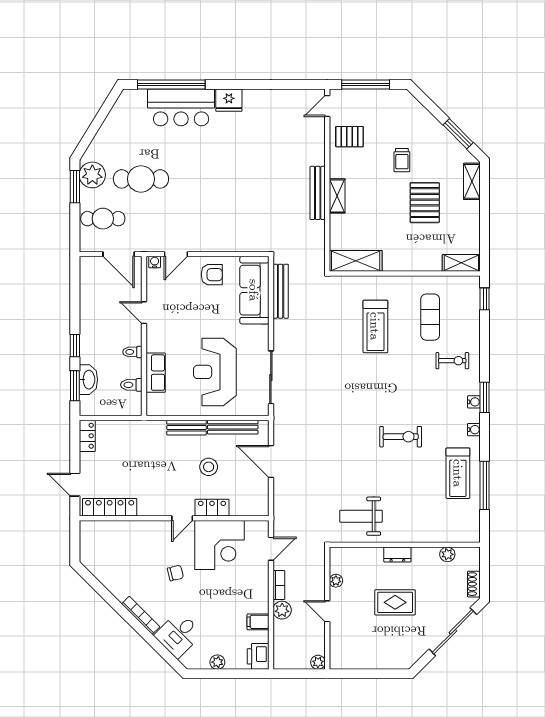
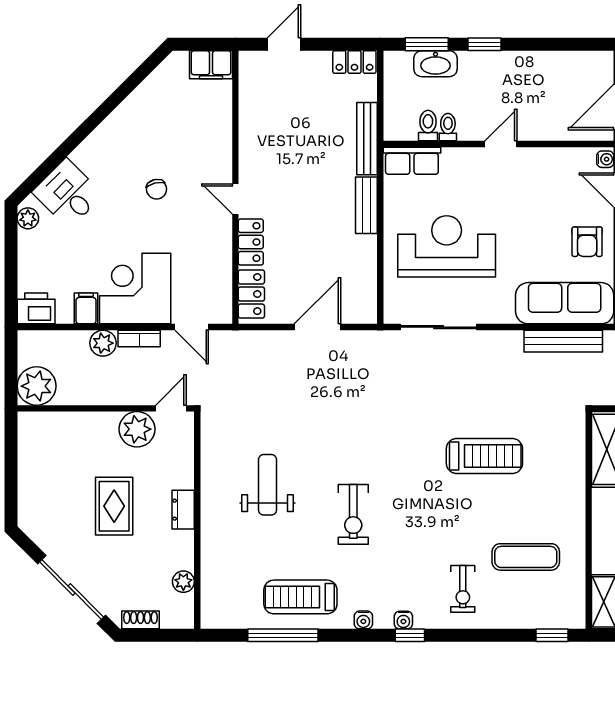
door: (144, 313) -> (501, 144), moved
treadmill: (375, 326) -> (484, 456), moved, turned 180
toilet: (132, 352) -> (448, 127), moved
row of seats: (156, 373) -> (412, 161), moved
window: (485, 397) -> (410, 635), width x0.67
bench: (233, 427) -> (367, 139), moved
stool: (209, 467) -> (310, 237), removed
locker: (110, 507) -> (251, 294), moved, width x0.66
weight bench: (361, 516) -> (268, 485), moved
filing cabinet: (89, 535) -> (211, 65), added
corner desk: (220, 545) -> (135, 289), moved, turned 90
plant: (336, 581) -> (137, 429), width x1.87, depth x1.87
door: (327, 611) -> (171, 408), moved
bookcase: (141, 615) -> (95, 139), removed
plant: (217, 662) -> (28, 218), moved
plant: (318, 662) -> (37, 386), width x1.88, depth x1.88

